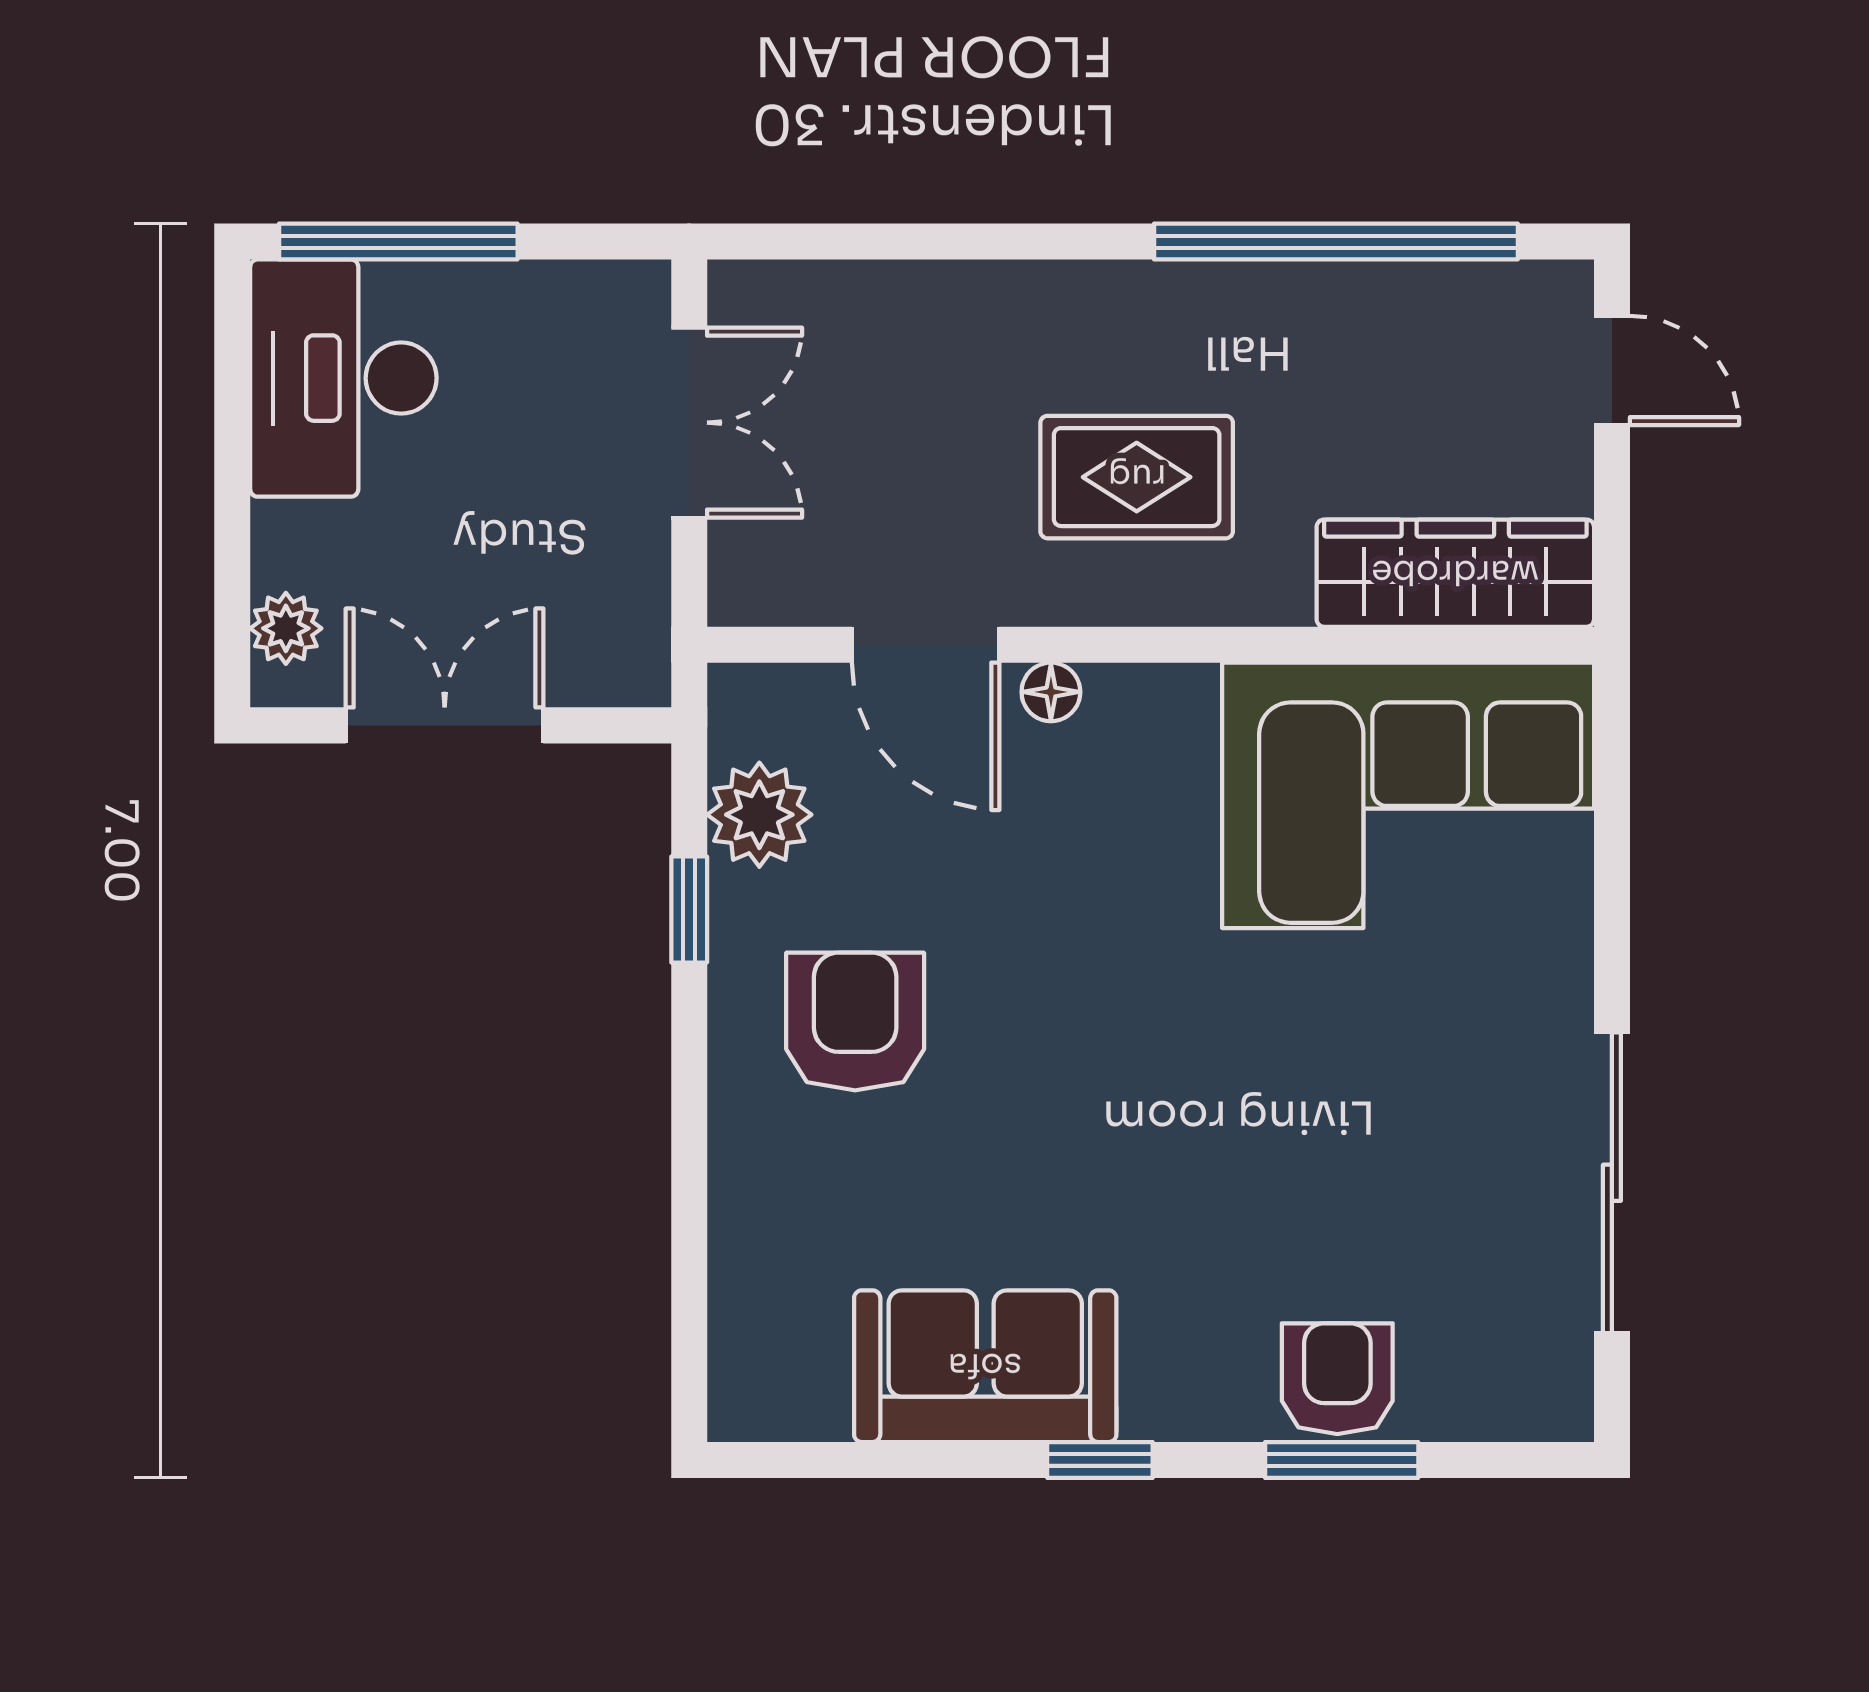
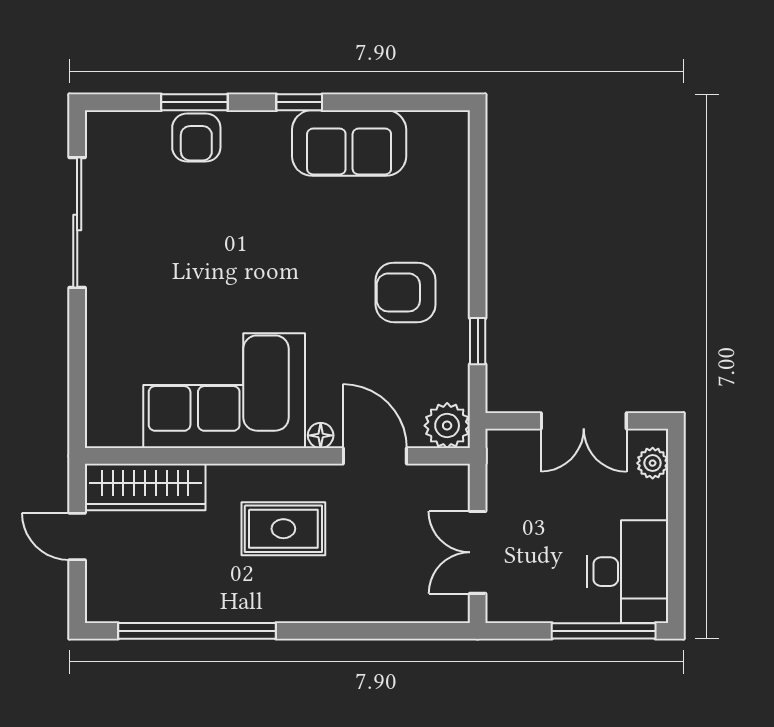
door: (1612, 370) -> (77, 536), moved
corner sofa: (1408, 795) -> (224, 391), moved
plant: (759, 815) -> (447, 426), moved
armchair: (855, 1022) -> (406, 292), turned 90

